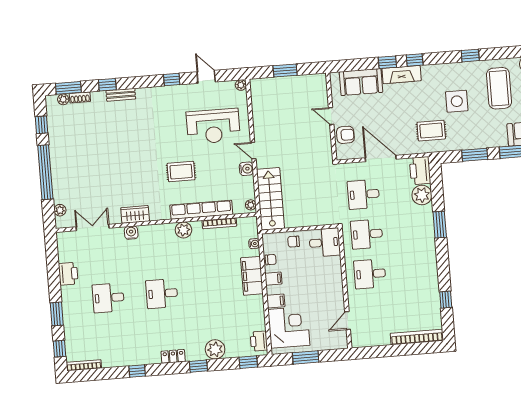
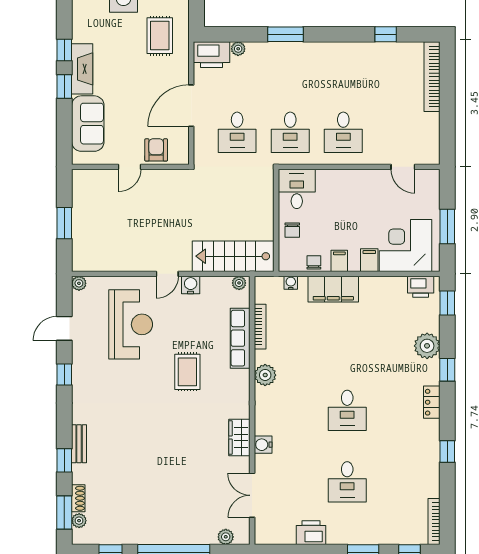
plant: (422, 195) -> (238, 49), width x0.53, depth x0.53
row of seats: (201, 210) -> (240, 338), width x0.73

